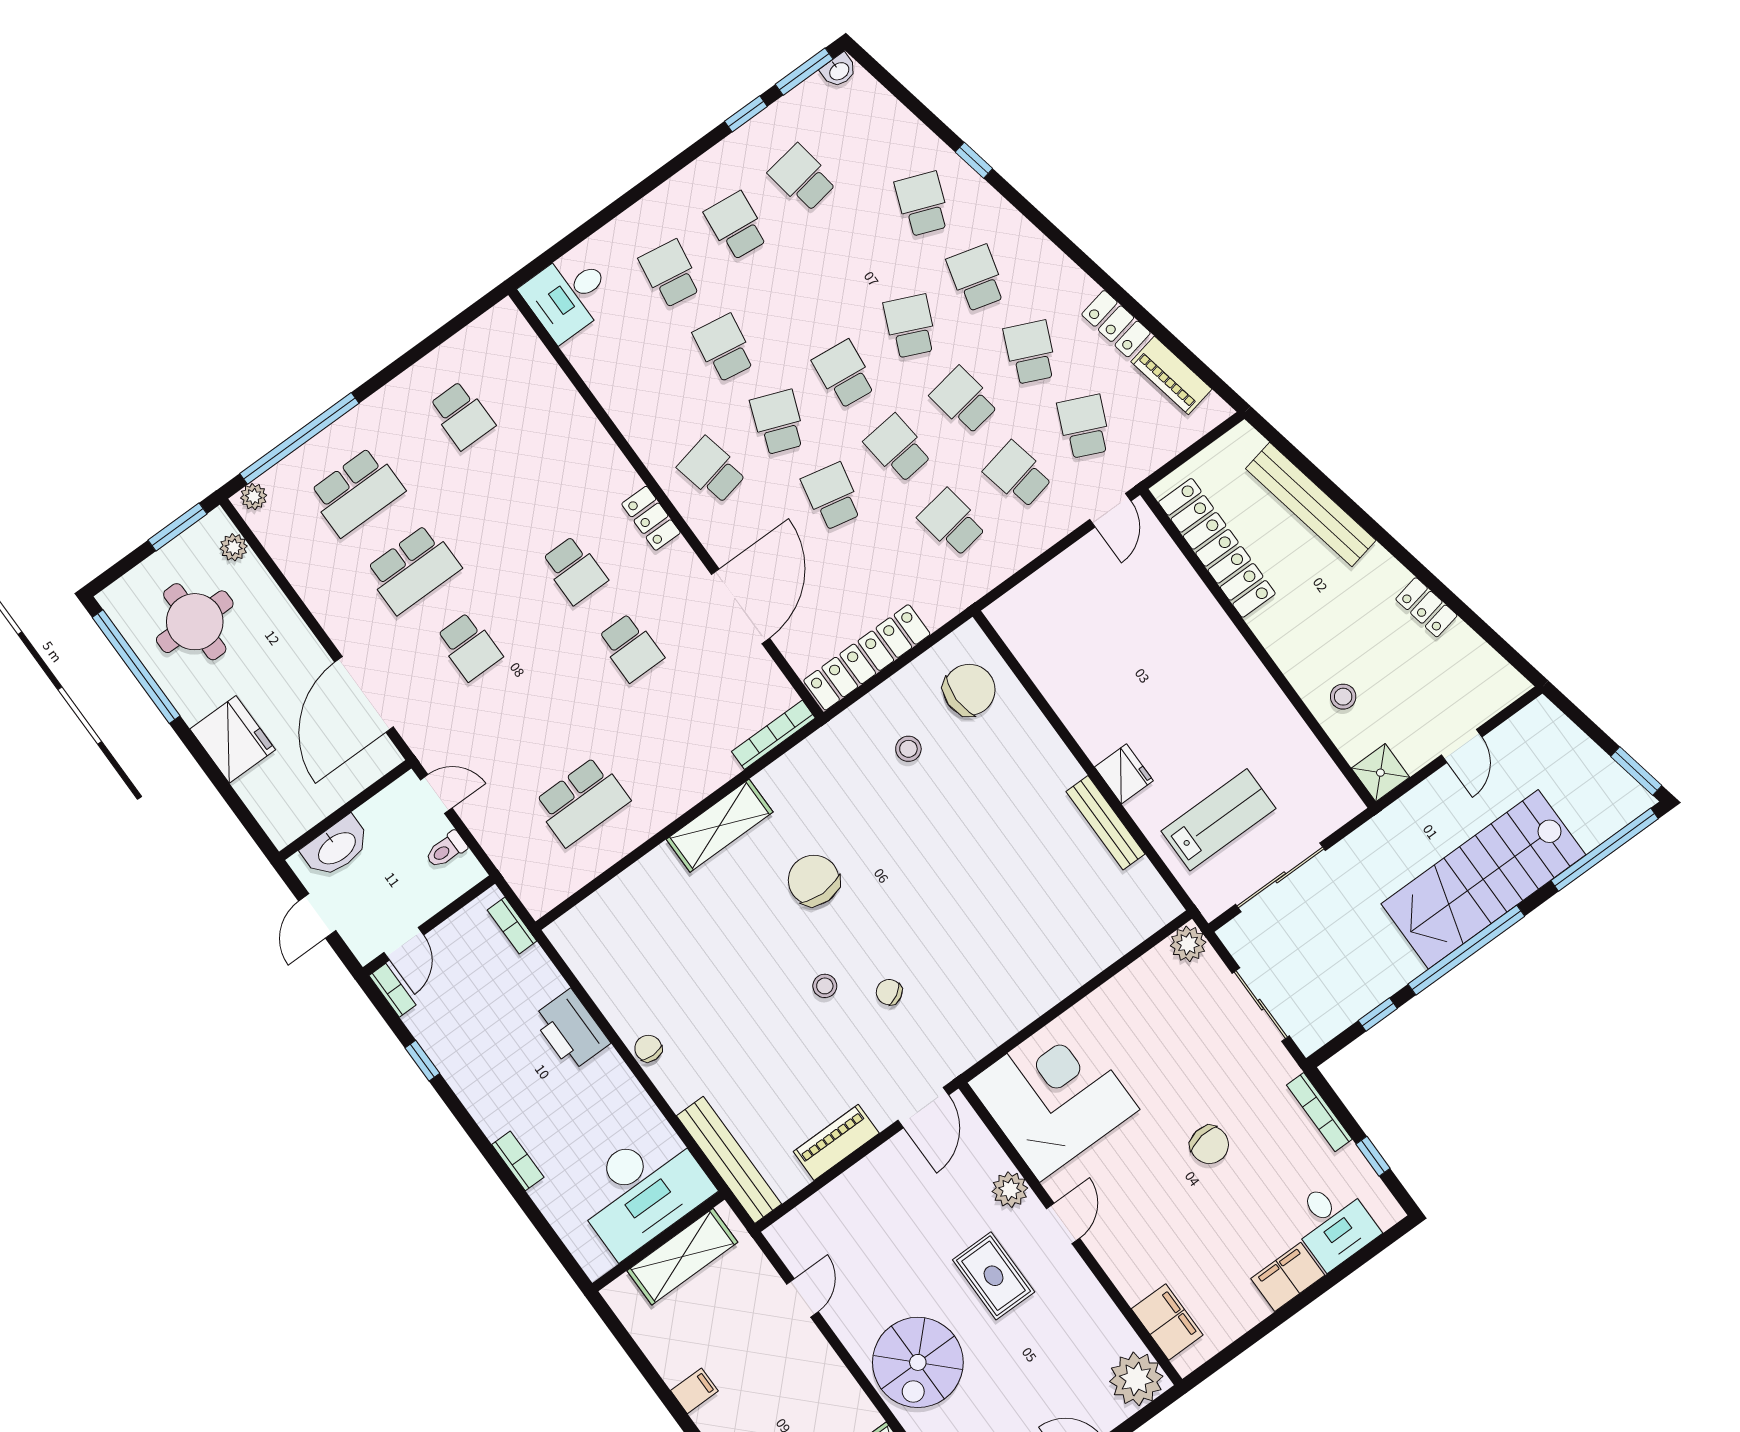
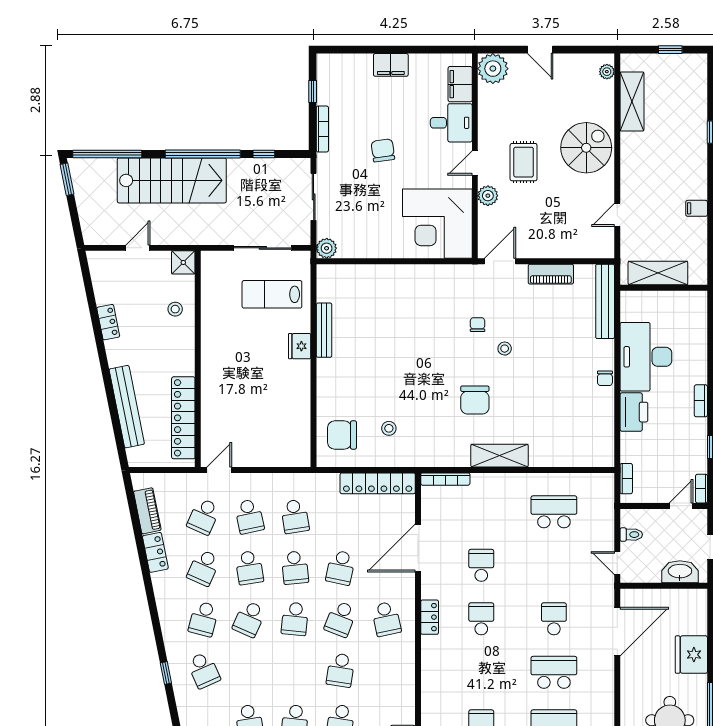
school desk: (922, 204) -> (204, 670), turned -45
chair: (889, 992) -> (478, 325), turned -150
bookcase: (518, 1161) -> (701, 401), moved
desk: (642, 1190) -> (646, 357), moved, turned -90
desk: (1333, 1223) -> (451, 123), moved, turned 90

